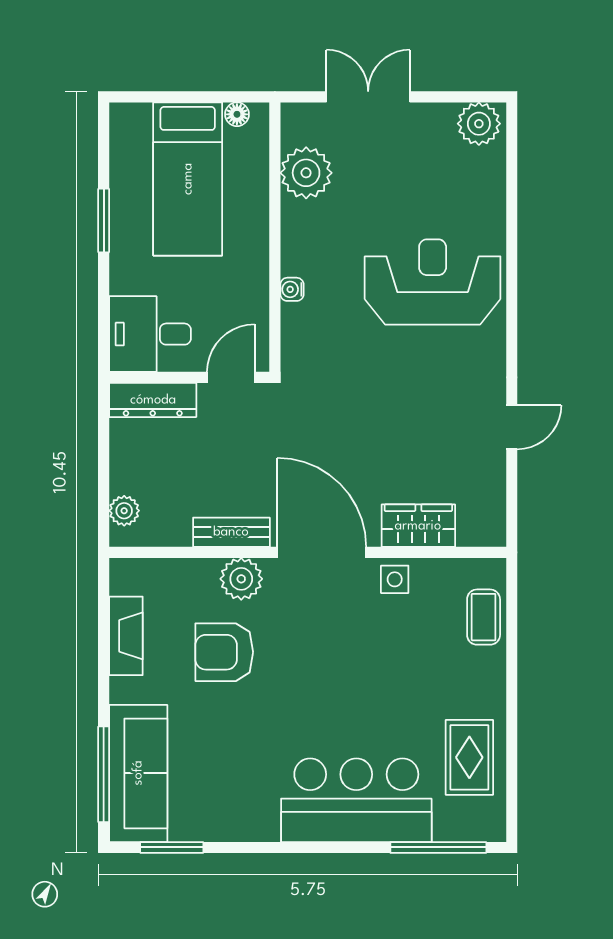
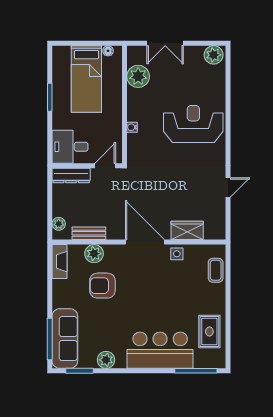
double door: (368, 97) -> (165, 43), swing flipped
bench: (231, 532) -> (89, 233), moved
plant: (241, 579) -> (94, 254), moved
fireplace: (126, 636) -> (59, 262), moved
plant: (232, 822) -> (106, 360), added

